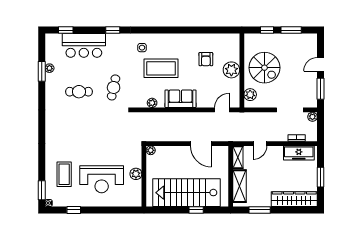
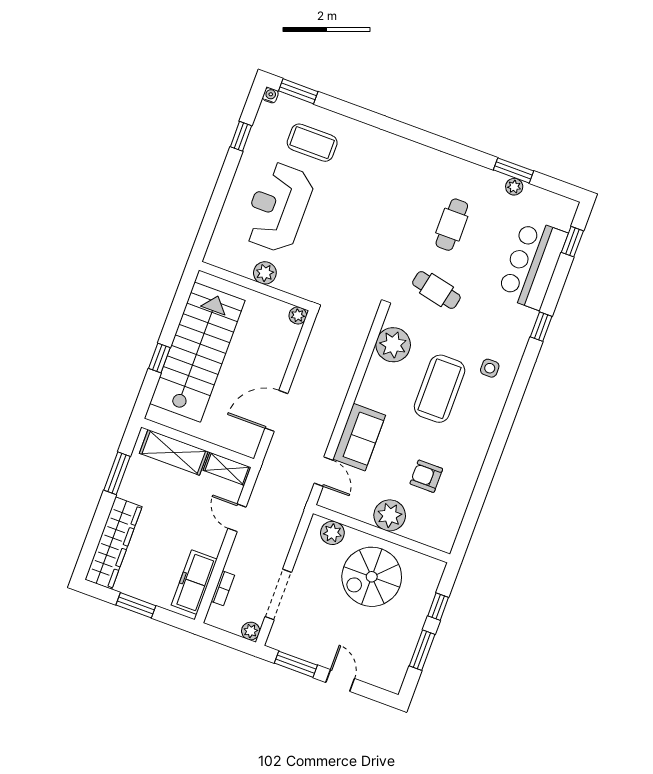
sofa: (181, 99) -> (359, 437), moved
plant: (152, 103) -> (393, 345), width x1.88, depth x1.88

